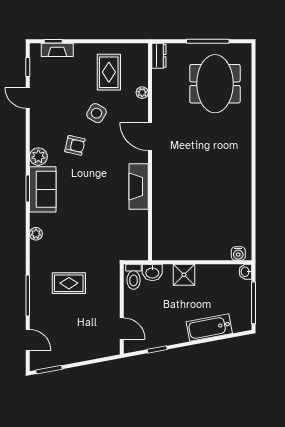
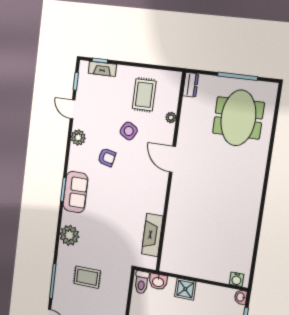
plant: (38, 157) -> (78, 137), moved
fireplace: (139, 187) -> (152, 235), moved
plant: (36, 234) -> (69, 235), width x1.88, depth x1.88

